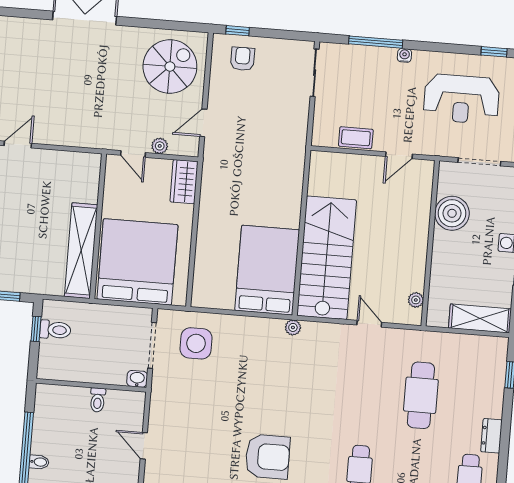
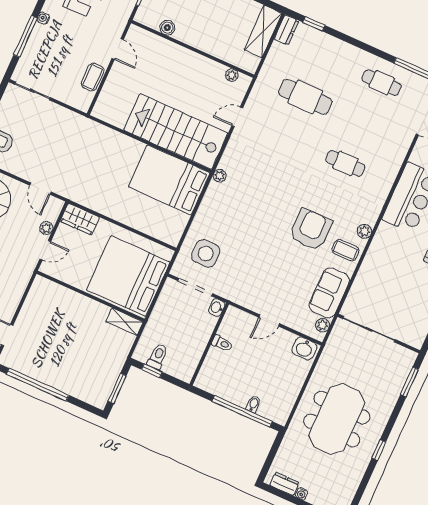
boiler: (452, 213) -> (167, 28), width x0.54, depth x0.54
shelving: (81, 251) -> (124, 322), width x0.45, depth x0.75
dresser: (491, 436) -> (286, 30), moved, turned -90

